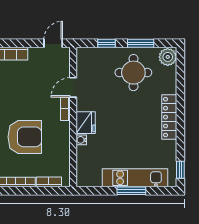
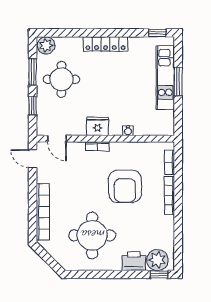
door: (73, 87) -> (57, 139), moved
fridge: (86, 123) -> (98, 126), moved
armchair: (25, 137) -> (125, 186), turned 180

